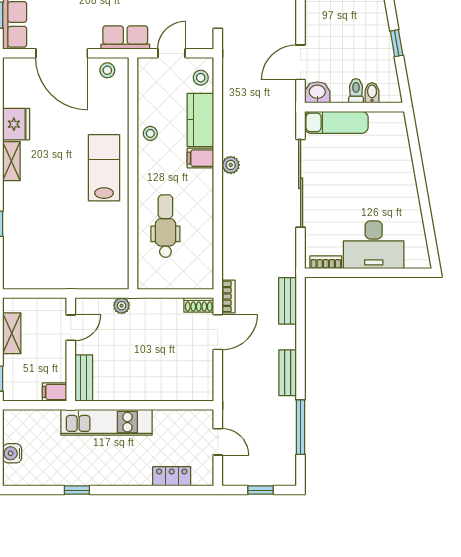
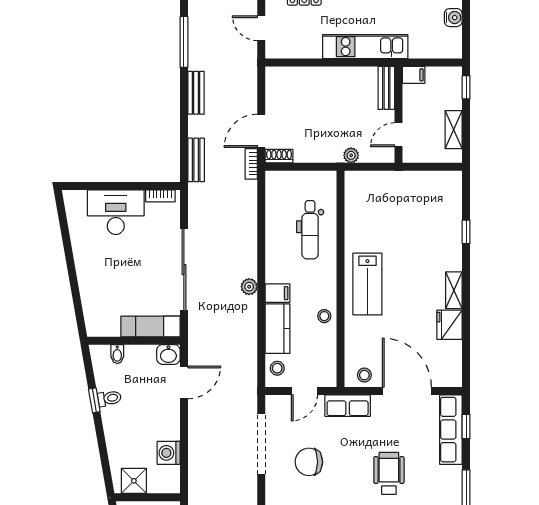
toilet: (356, 91) -> (109, 398), moved, turned -100

